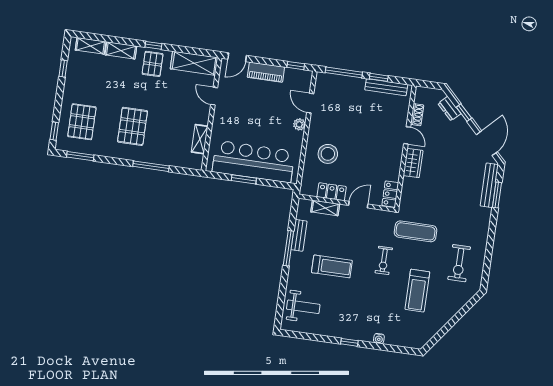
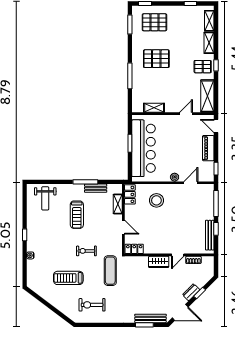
dresser: (449, 109) -> (191, 292), moved
locker: (332, 192) -> (130, 194), moved

